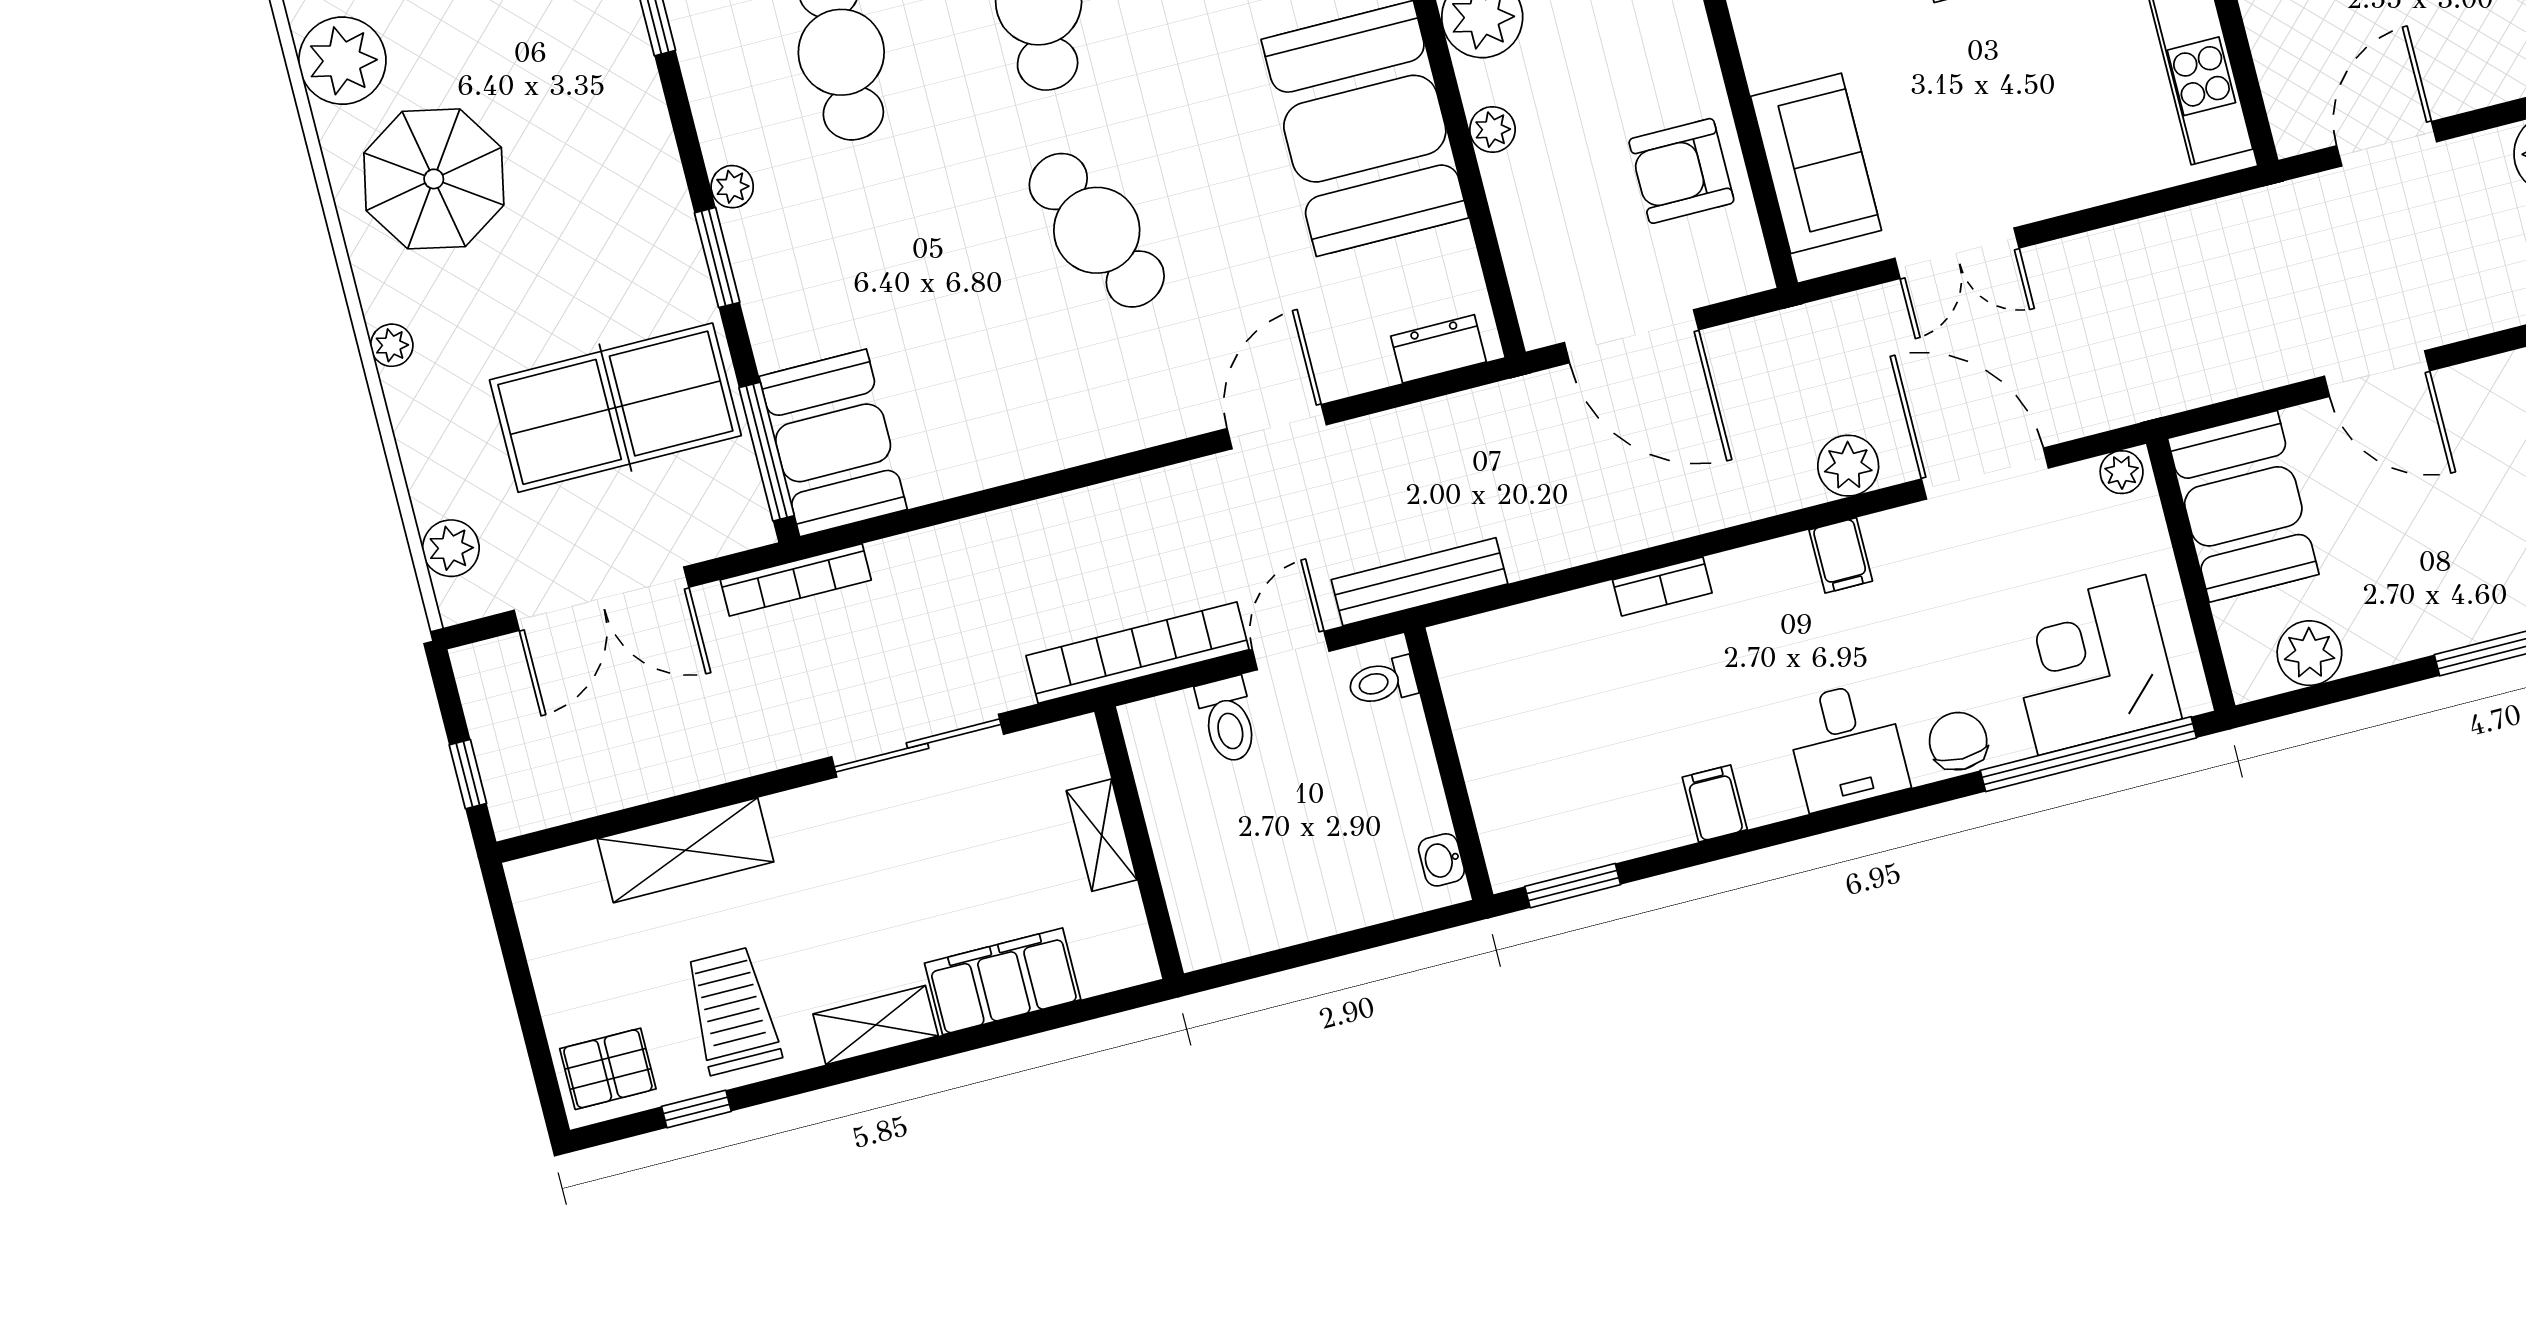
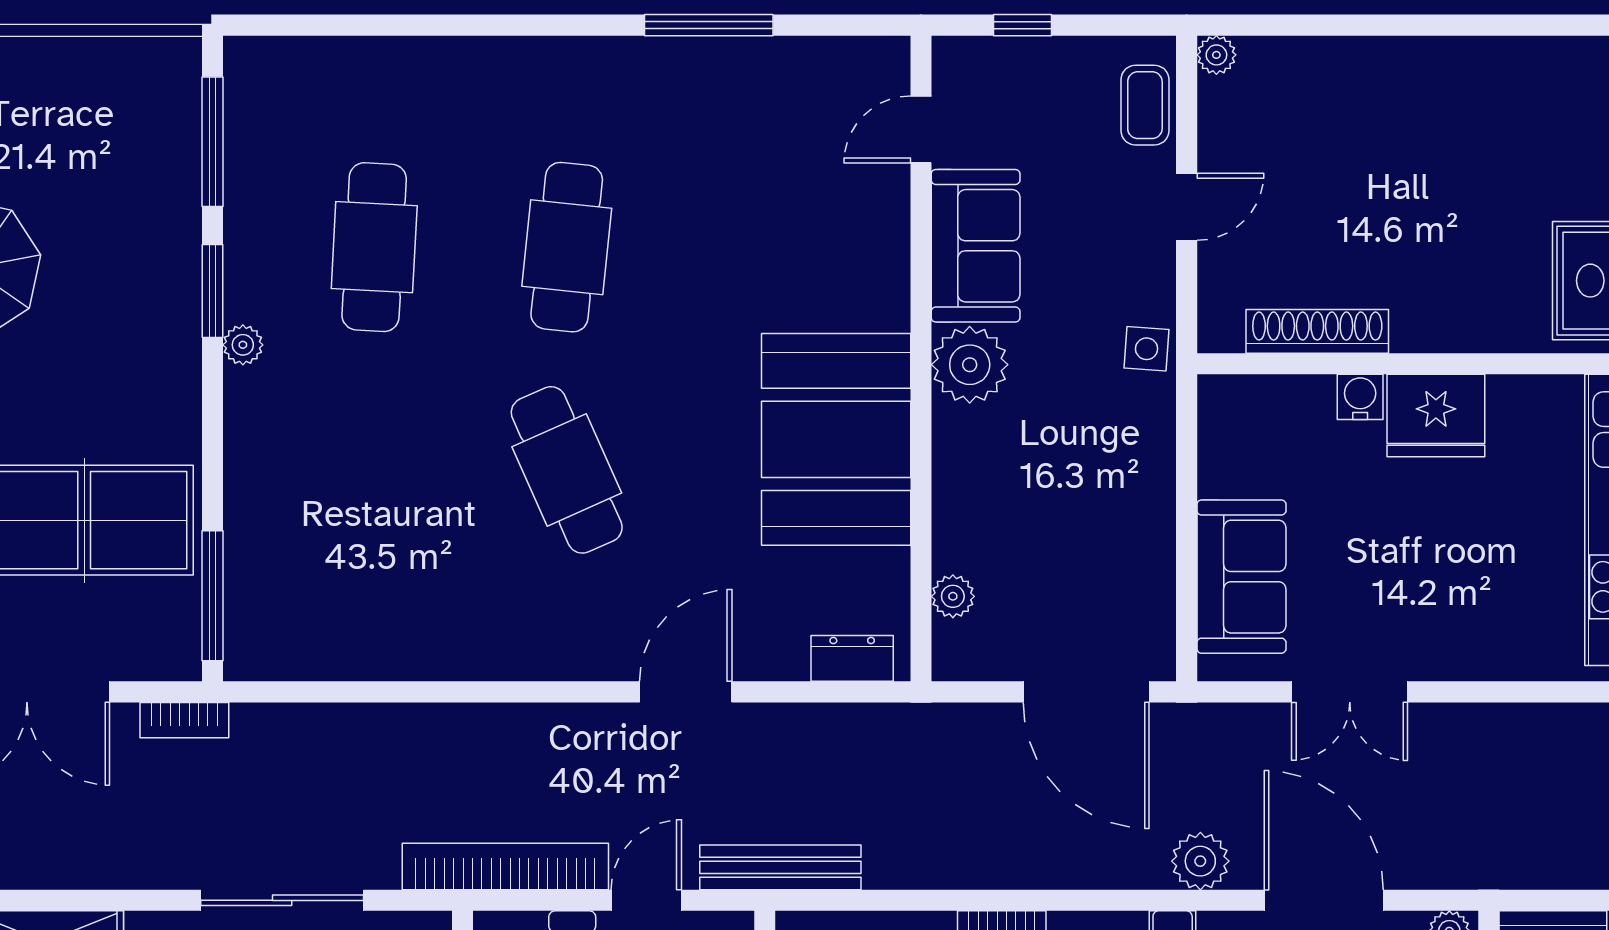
plant: (1492, 129) -> (953, 596), moved
armchair: (1681, 171) -> (1116, 552), removed
window: (717, 258) -> (212, 291), moved
door: (1631, 336) -> (1086, 692), moved
booth: (833, 443) -> (275, 603), removed
bookcase: (796, 580) -> (184, 720), width x0.64

